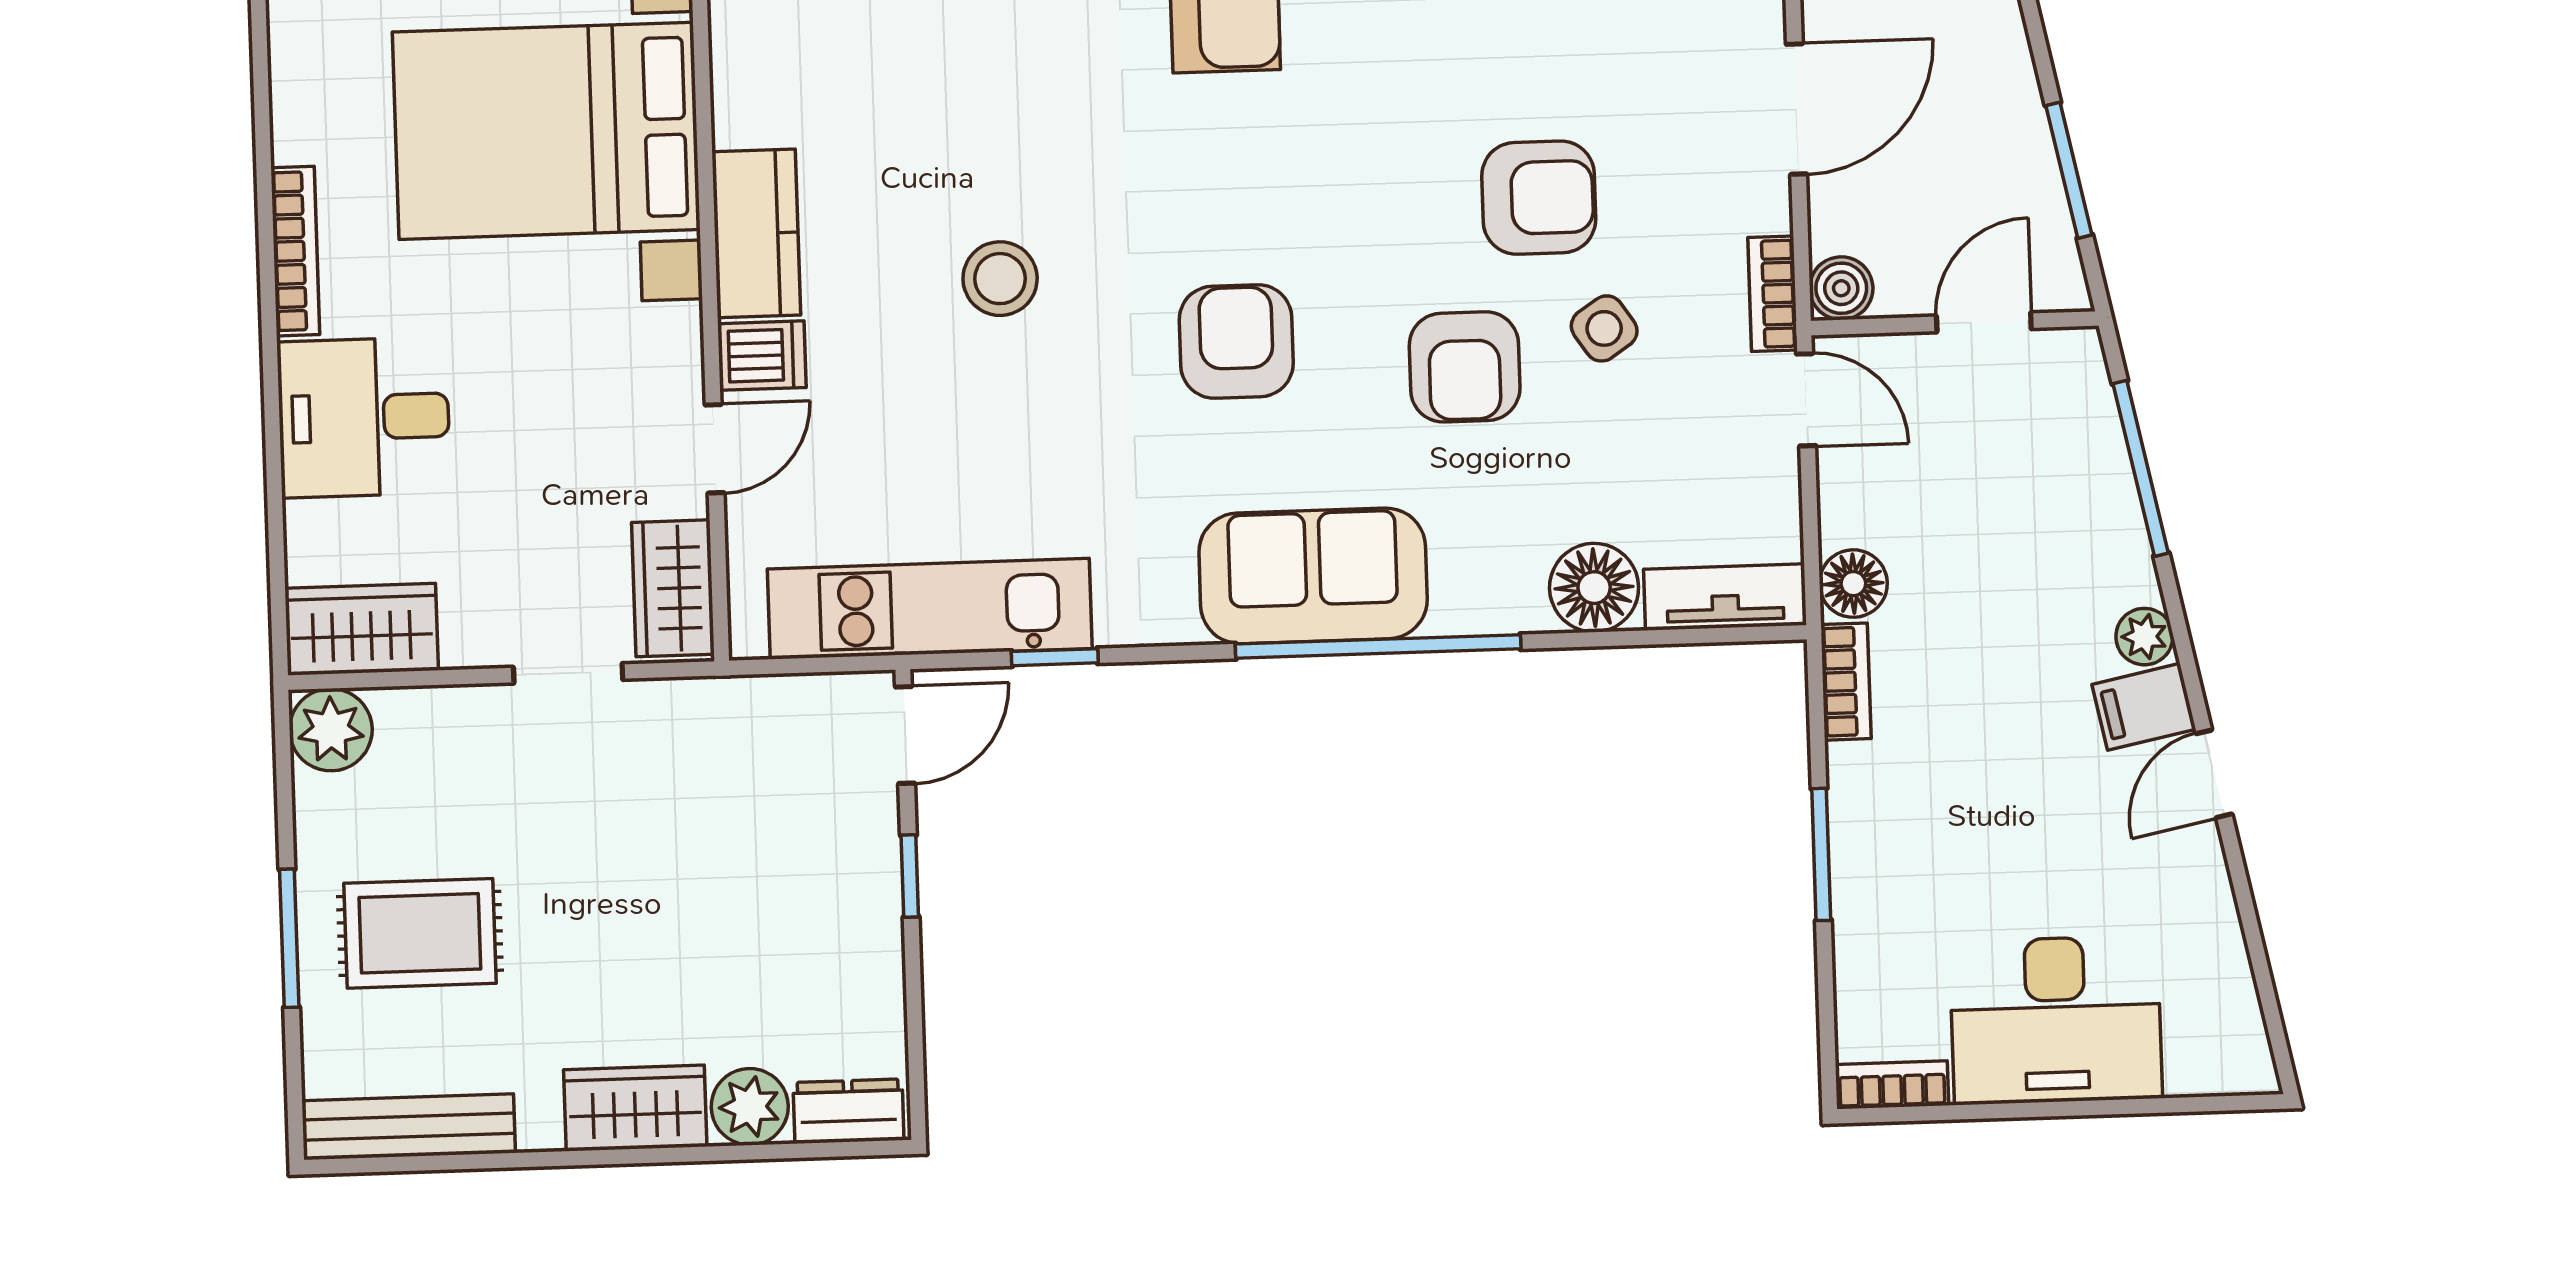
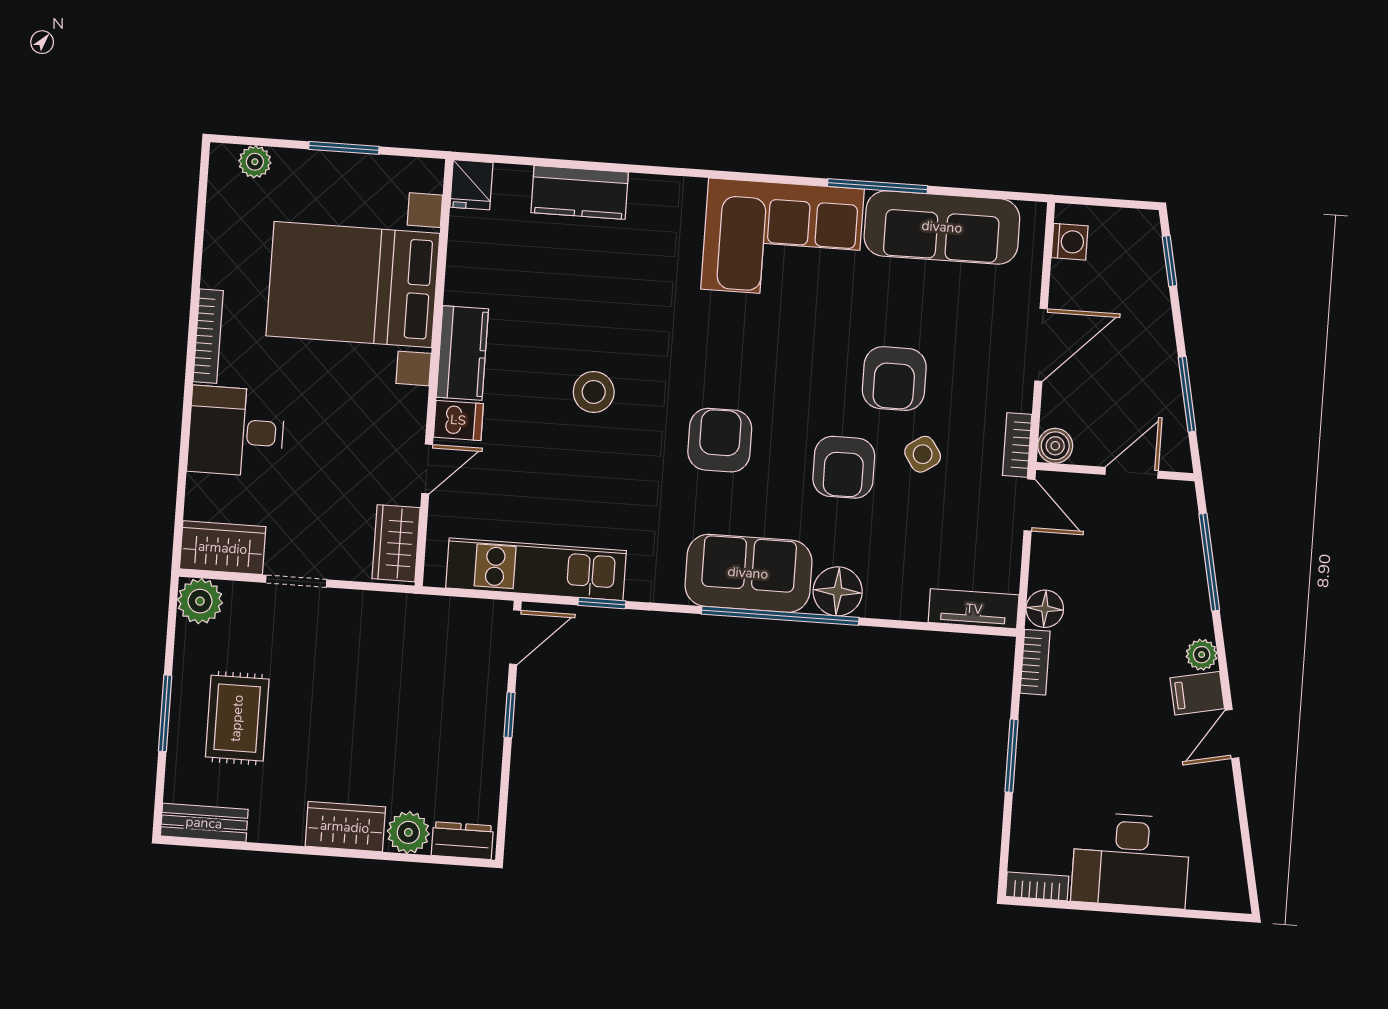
armchair: (1539, 198) -> (894, 379), turned 90
floor lamp: (1594, 588) -> (838, 591), moved
doorway: (568, 673) -> (296, 581), moved
rug: (420, 933) -> (237, 718), turned 90
bench: (409, 1127) -> (204, 823), width x0.73

